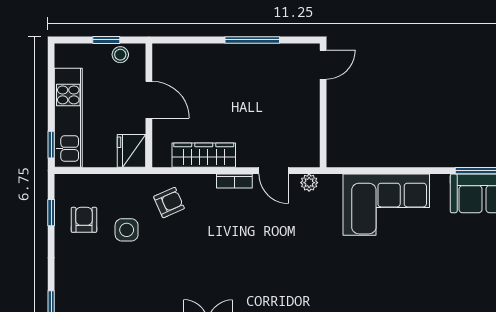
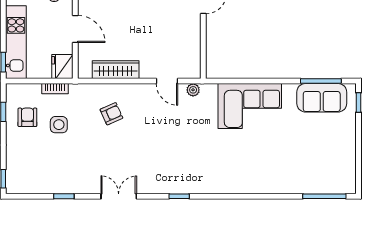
bookcase: (234, 181) -> (55, 89), moved
armchair: (169, 203) -> (111, 114), moved

